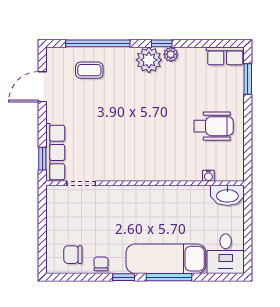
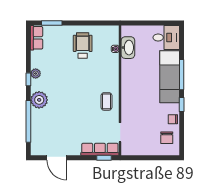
plant: (149, 60) -> (39, 100), moved
coffee table: (89, 70) -> (106, 101), moved
washbasin: (227, 195) -> (128, 48), moved

